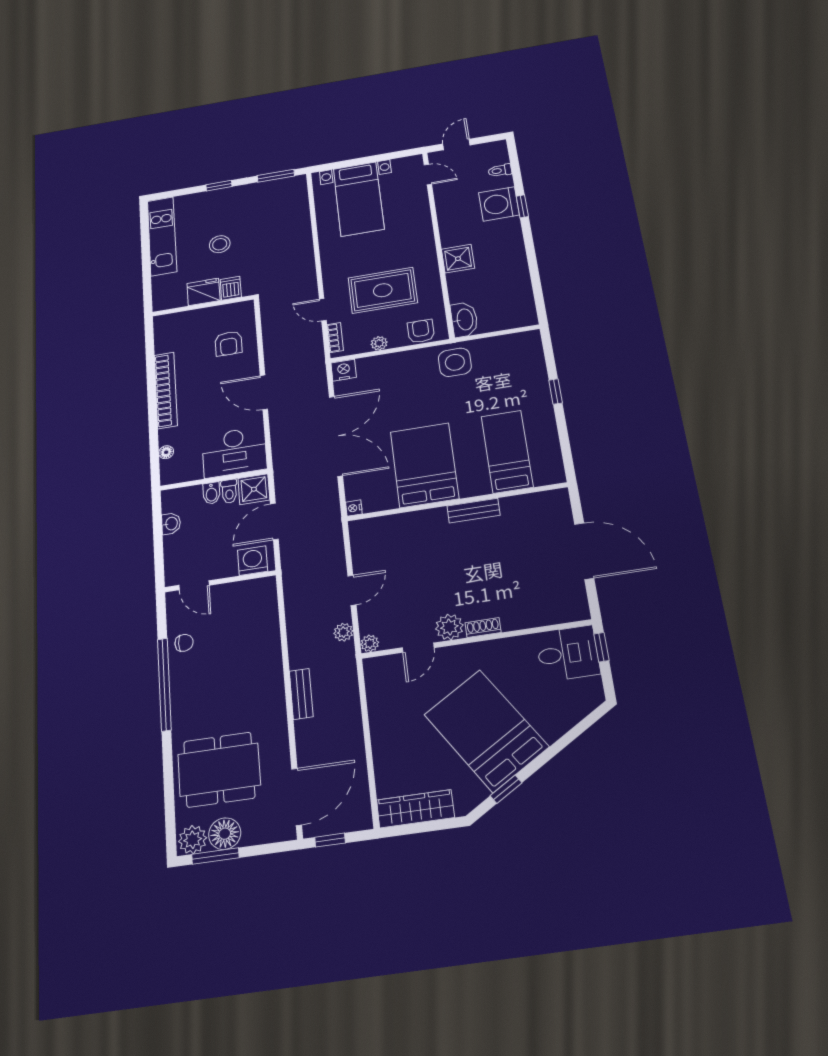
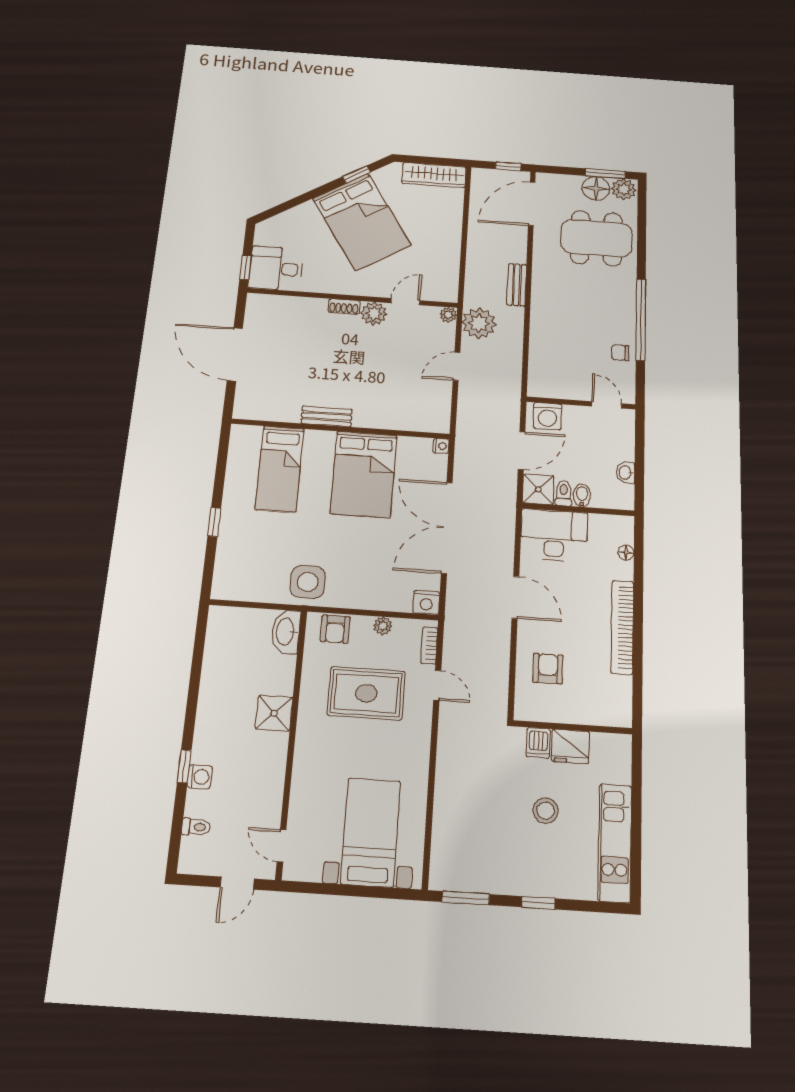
washing machine: (499, 204) -> (200, 777), width x0.53, depth x0.53
plant: (343, 632) -> (479, 323), width x1.87, depth x1.87

